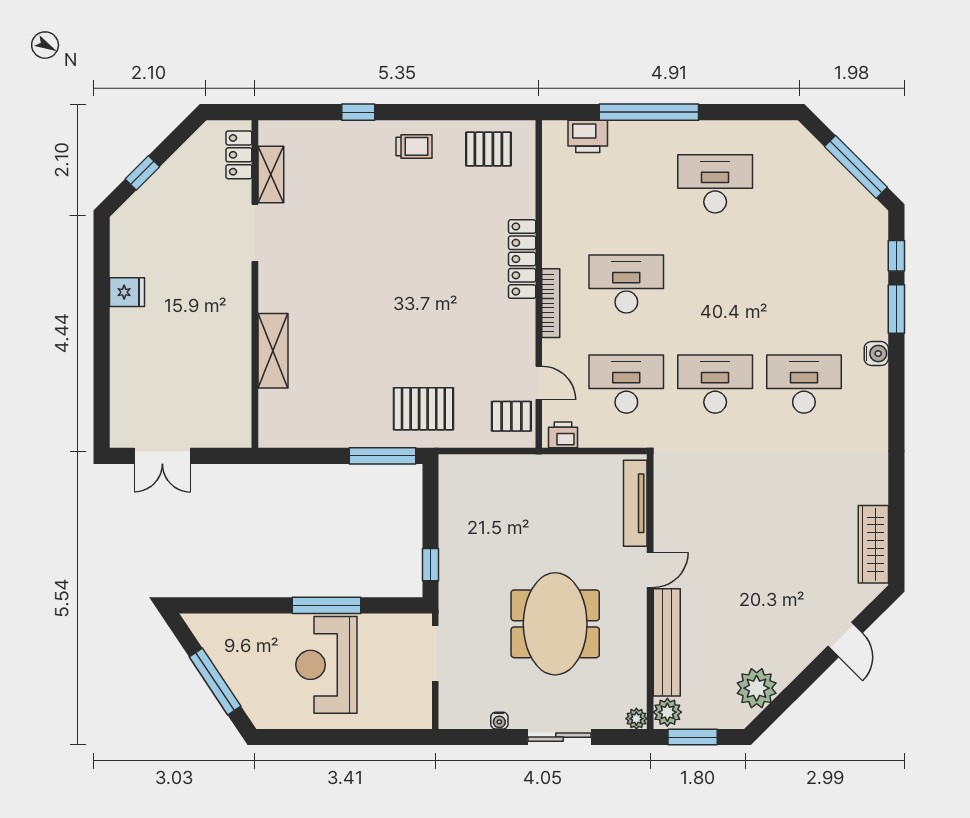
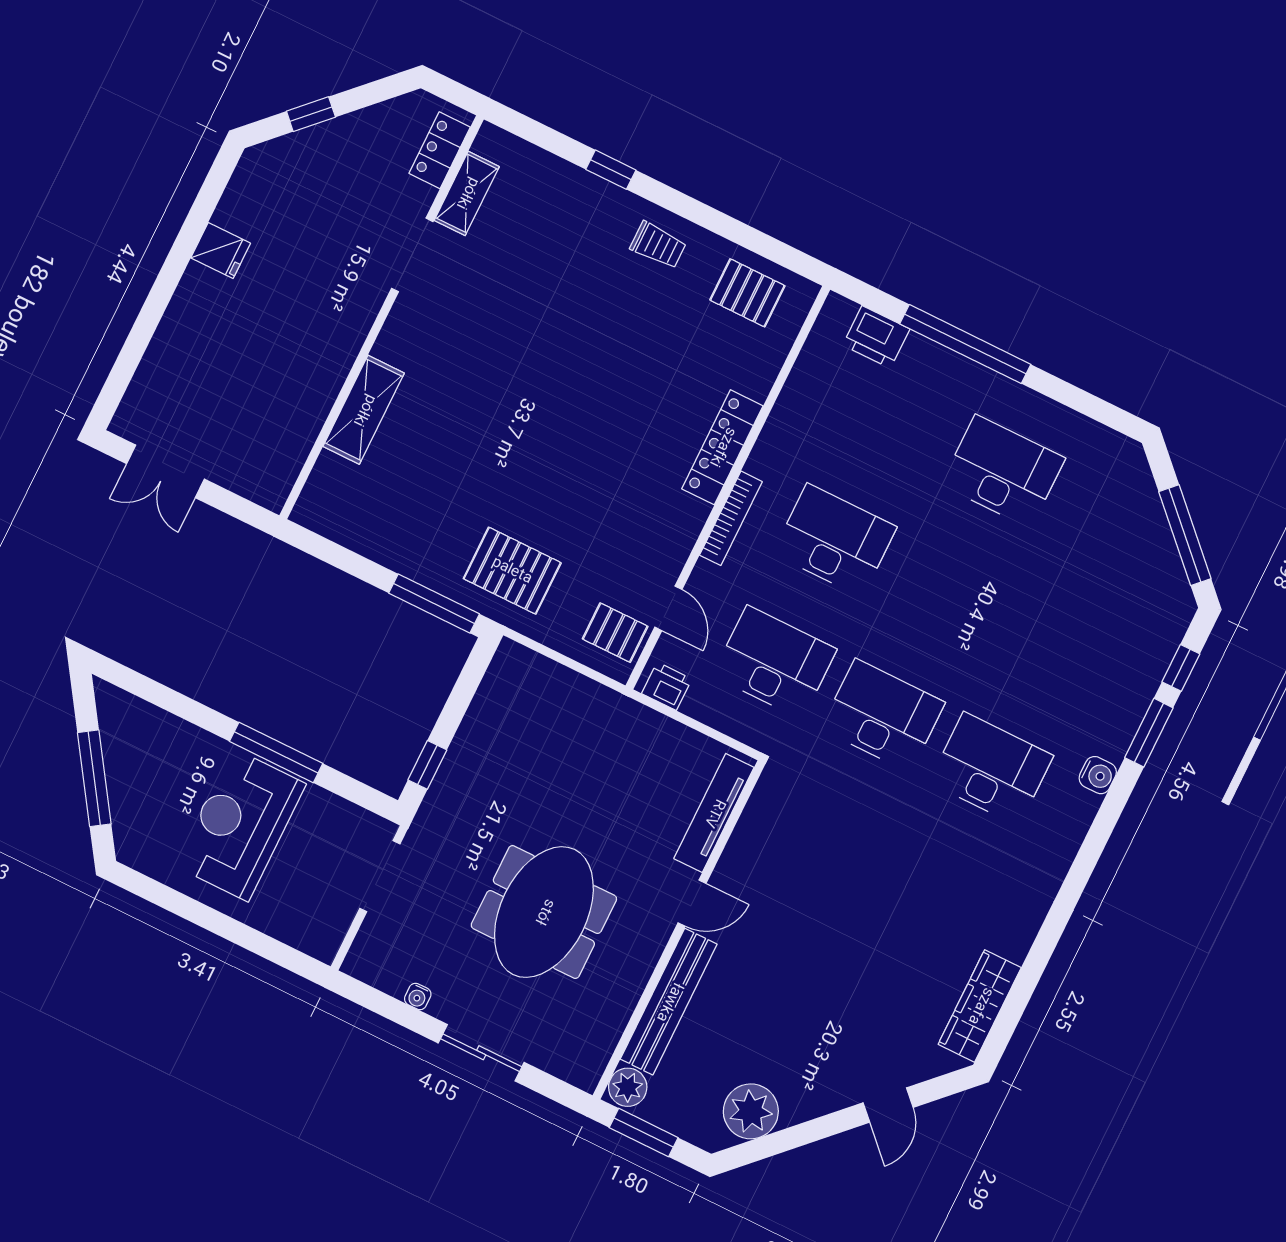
plant: (636, 719) -> (586, 1076), removed

